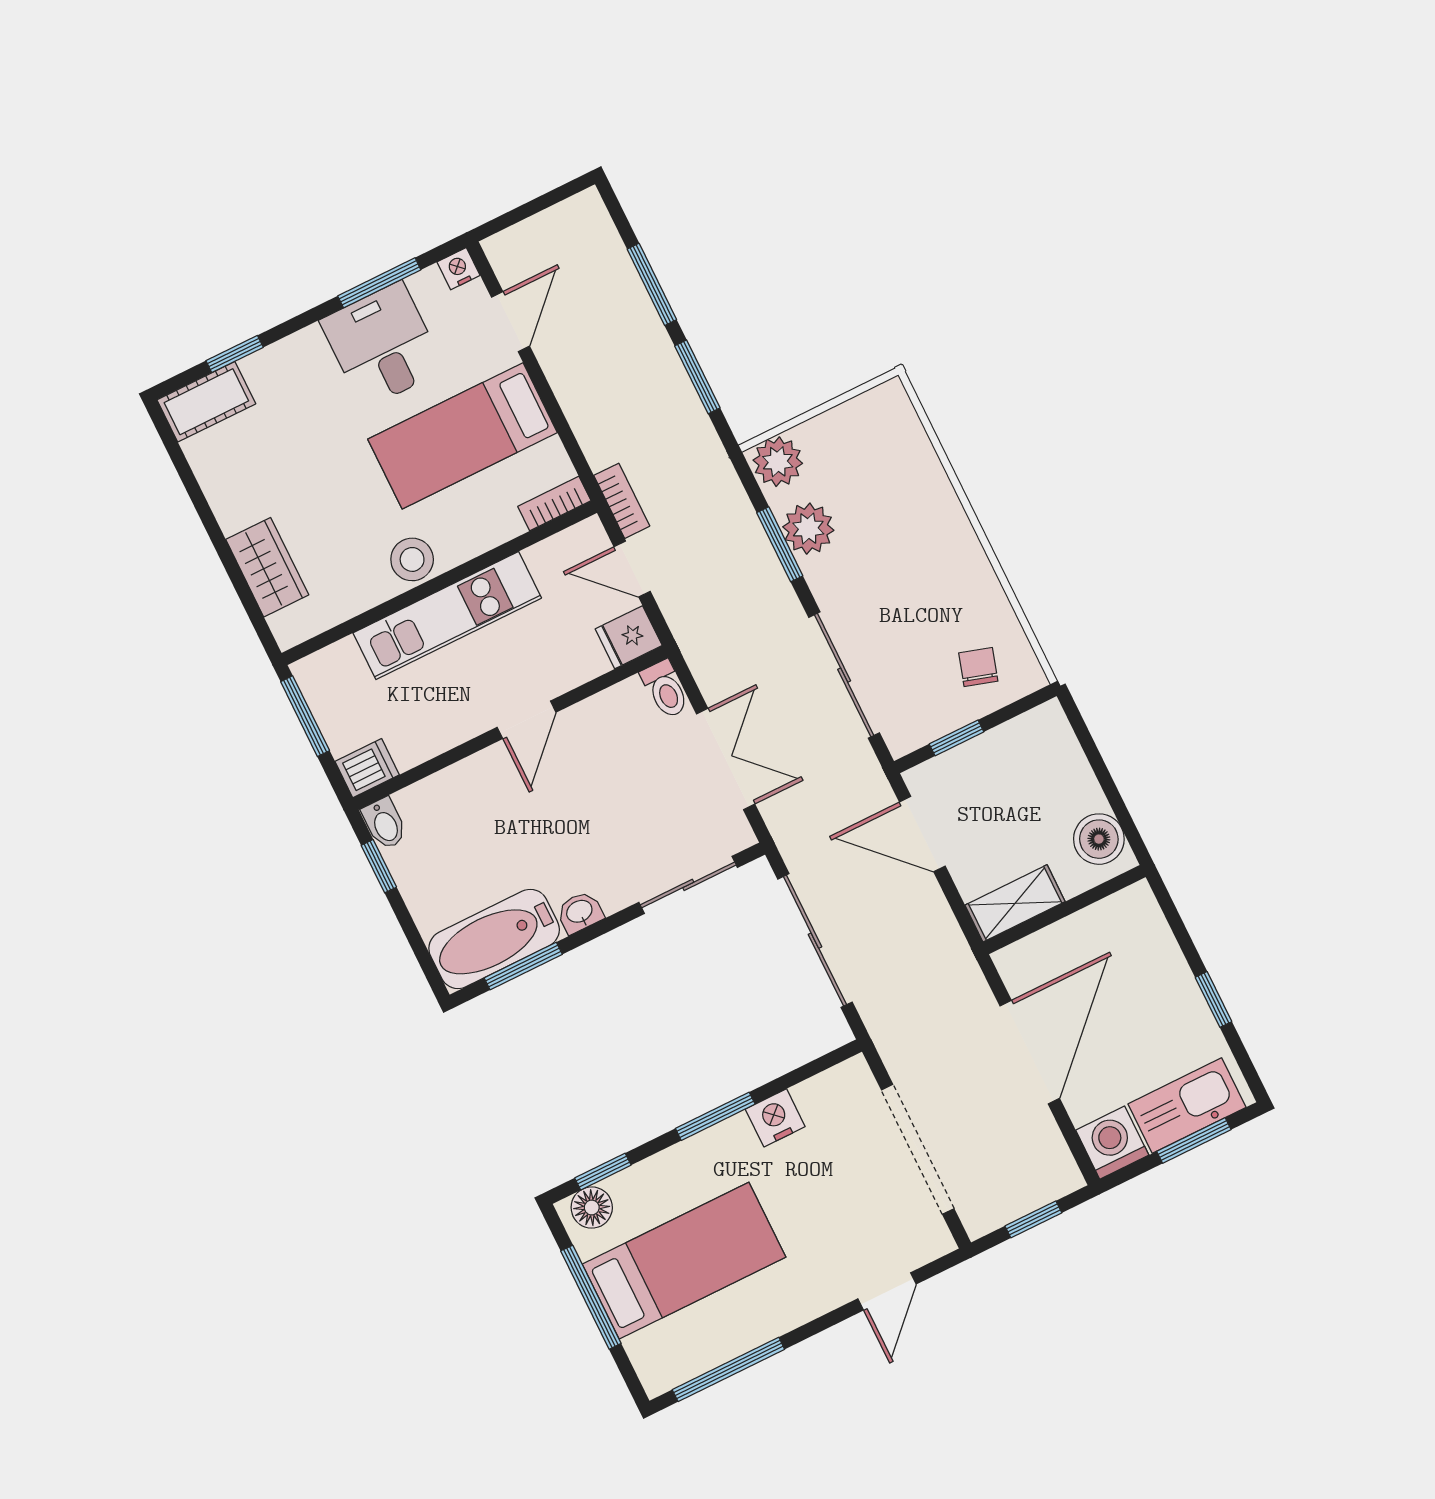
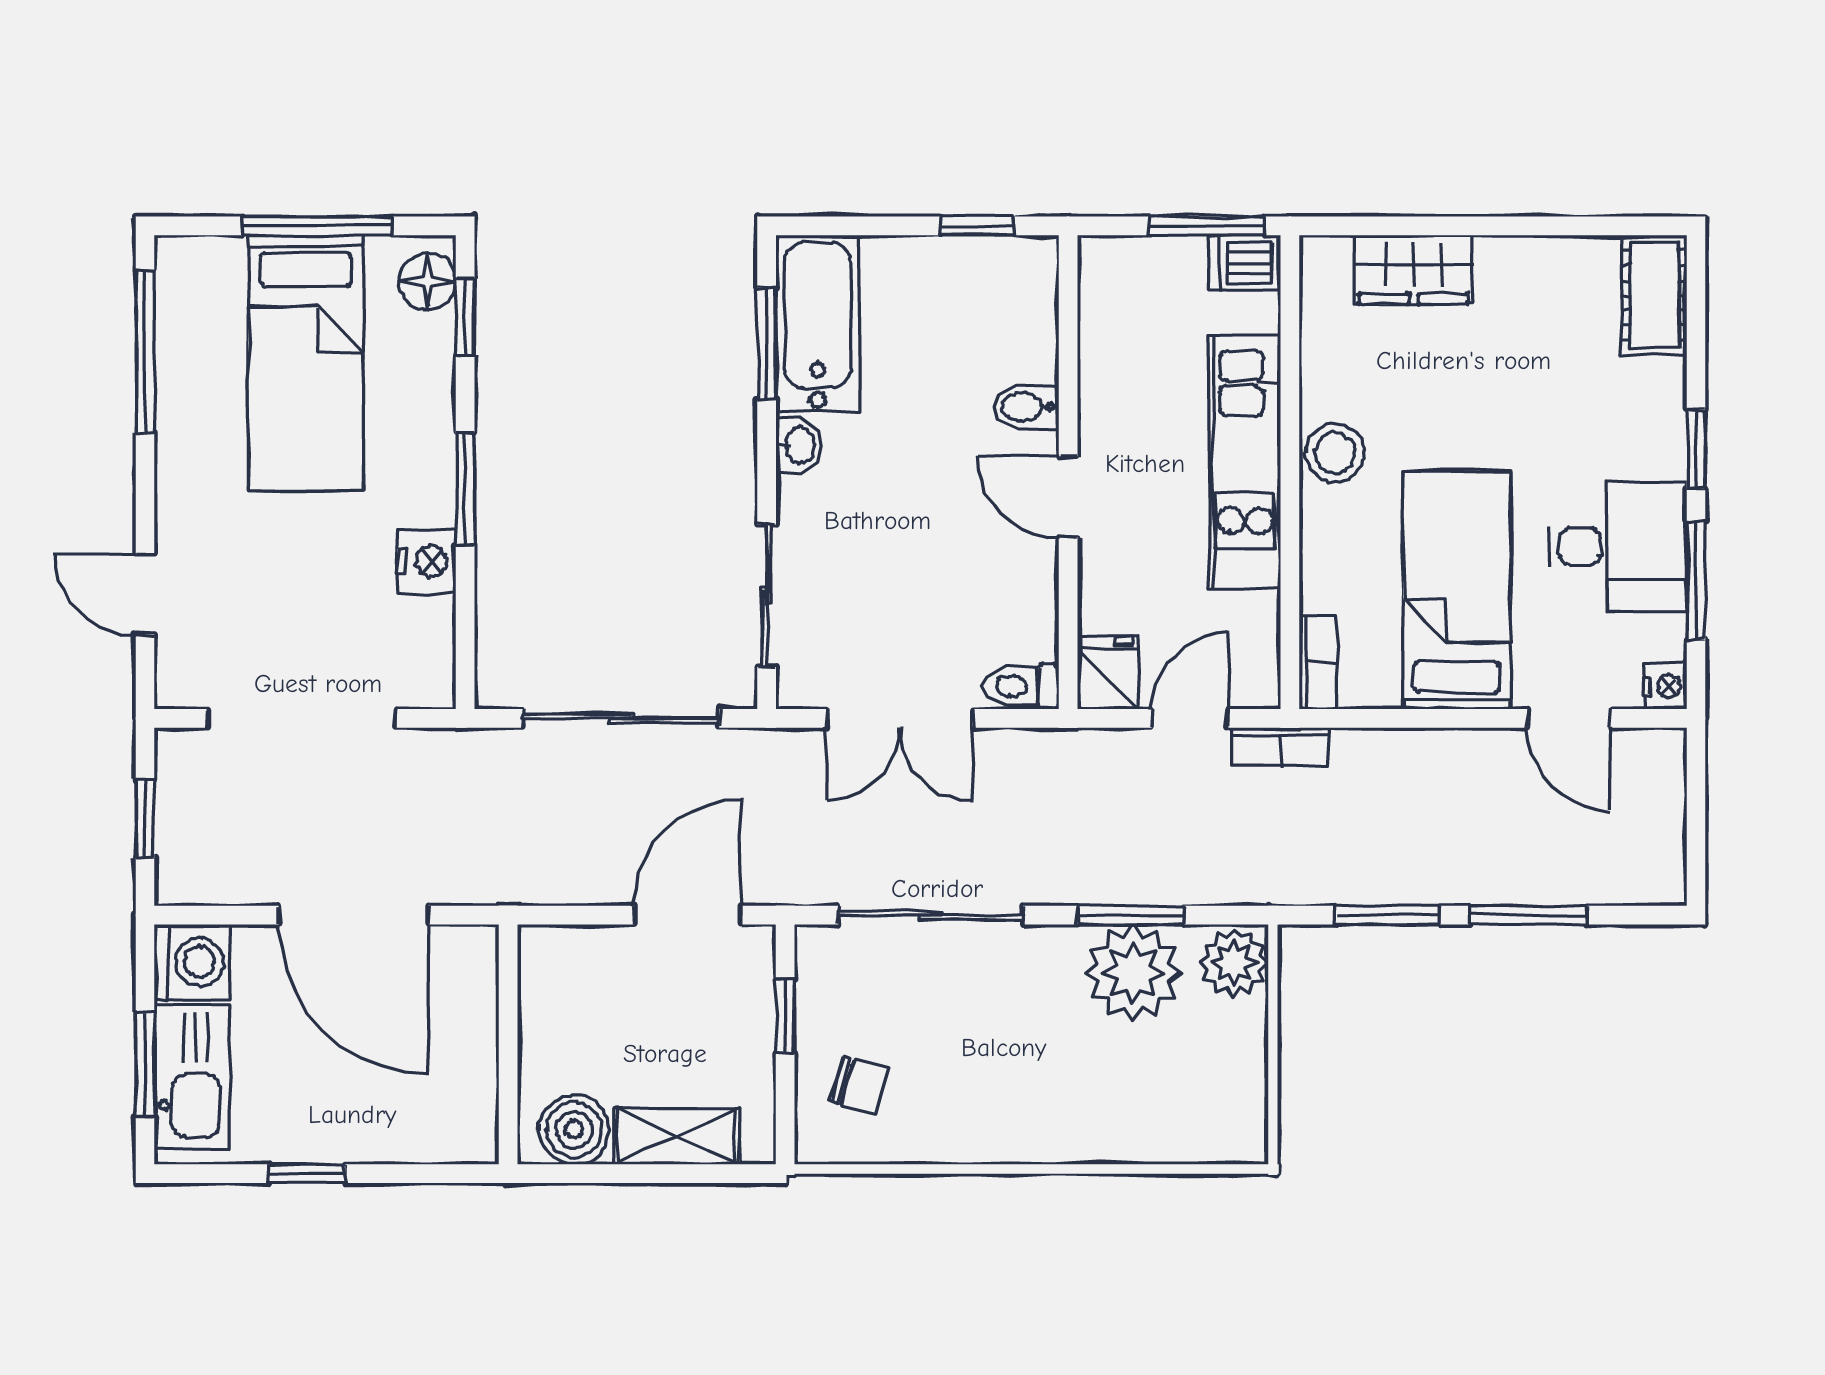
window: (235, 354) -> (1696, 449), moved
plant: (808, 529) -> (1133, 973), width x1.36, depth x1.36
dishwasher: (367, 768) -> (1245, 263), moved, turned 90
bidet: (385, 824) -> (1026, 407), moved
shelving: (1015, 903) -> (677, 1136), moved, turned 90

